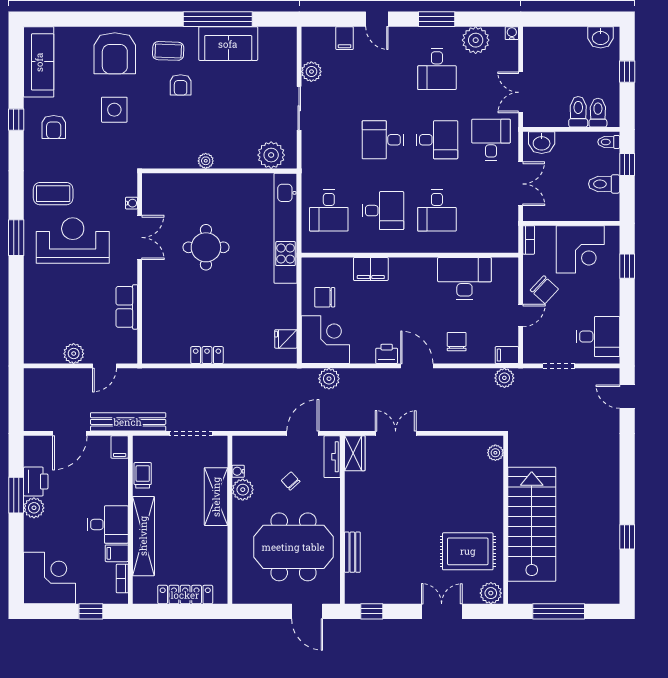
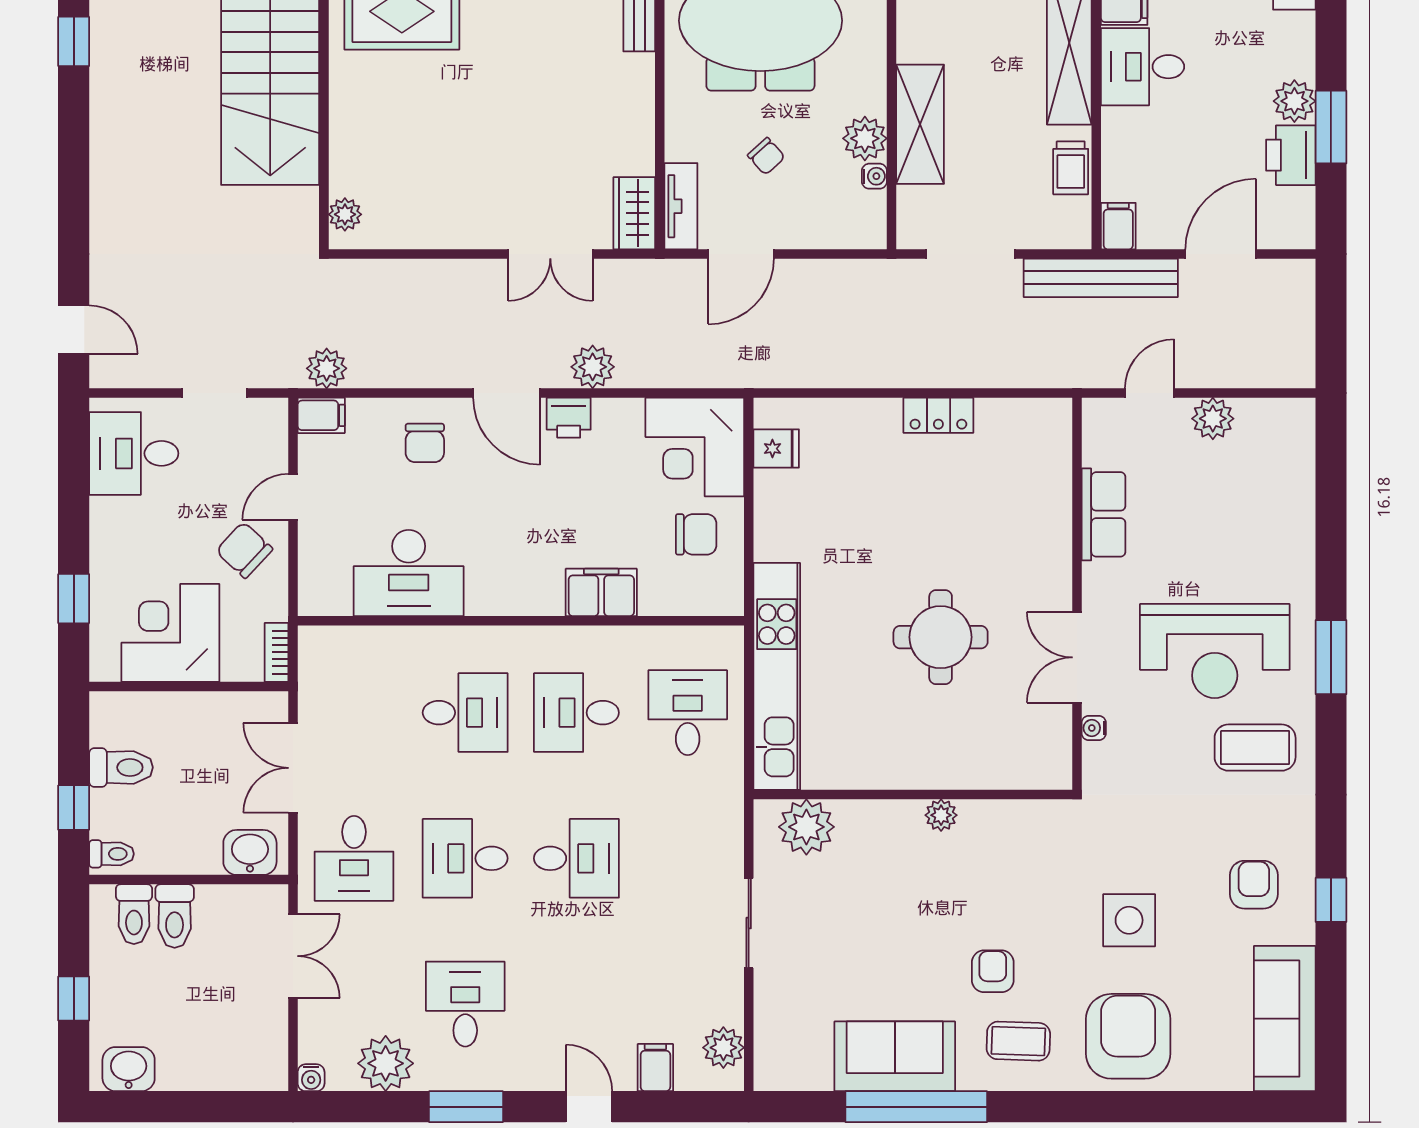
plant: (311, 72) -> (723, 1048), moved
desk: (437, 211) -> (465, 713), turned 90
plant: (329, 379) -> (593, 367), moved

